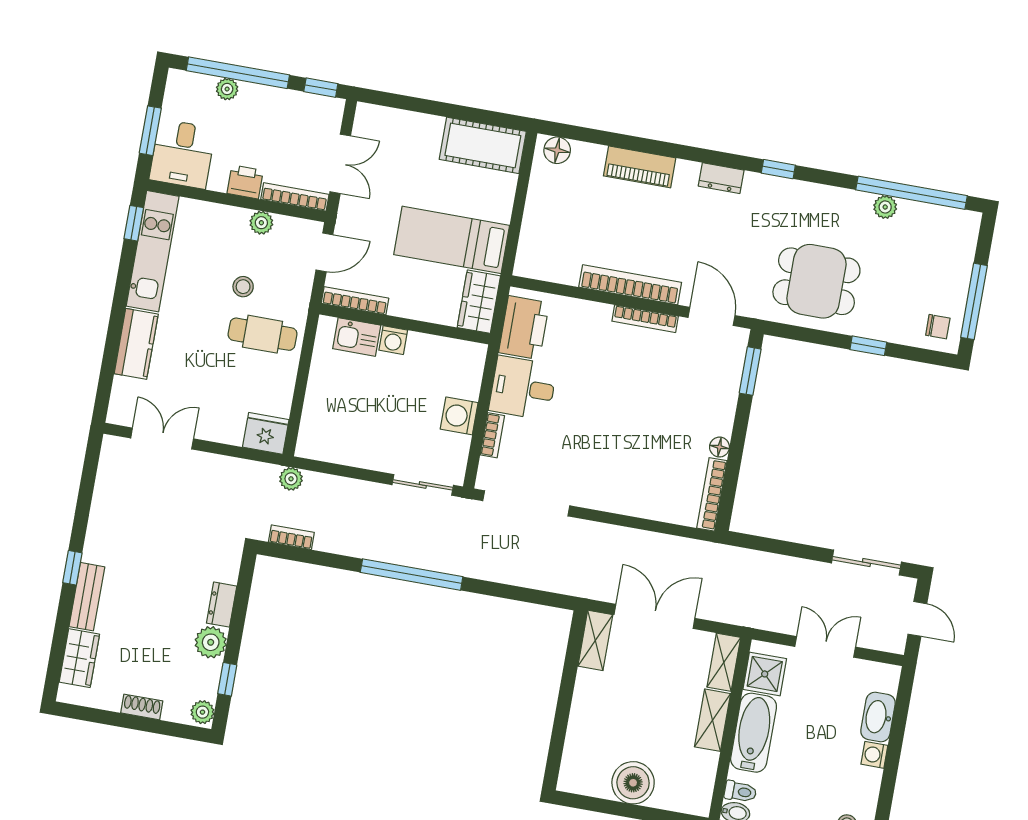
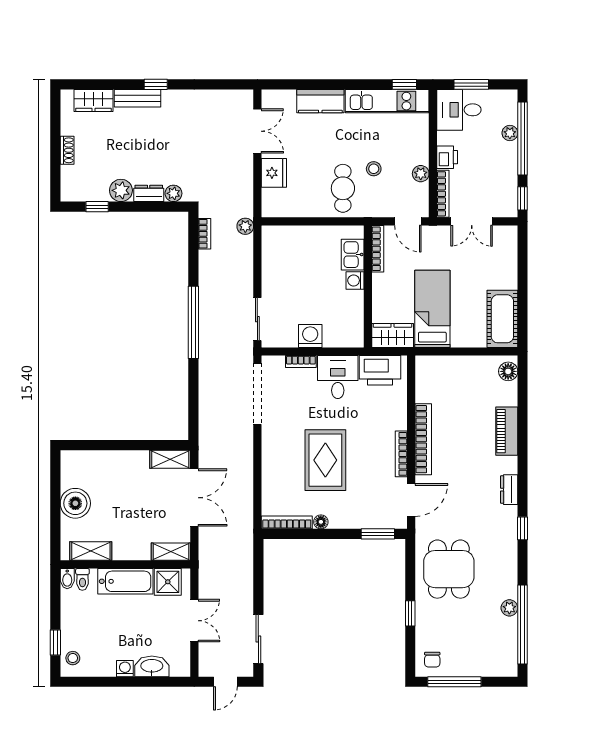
rug: (635, 426) -> (325, 460), added
fridge: (266, 433) -> (274, 173), moved
plant: (202, 712) -> (173, 193), moved
shelving: (713, 720) -> (91, 551), moved

